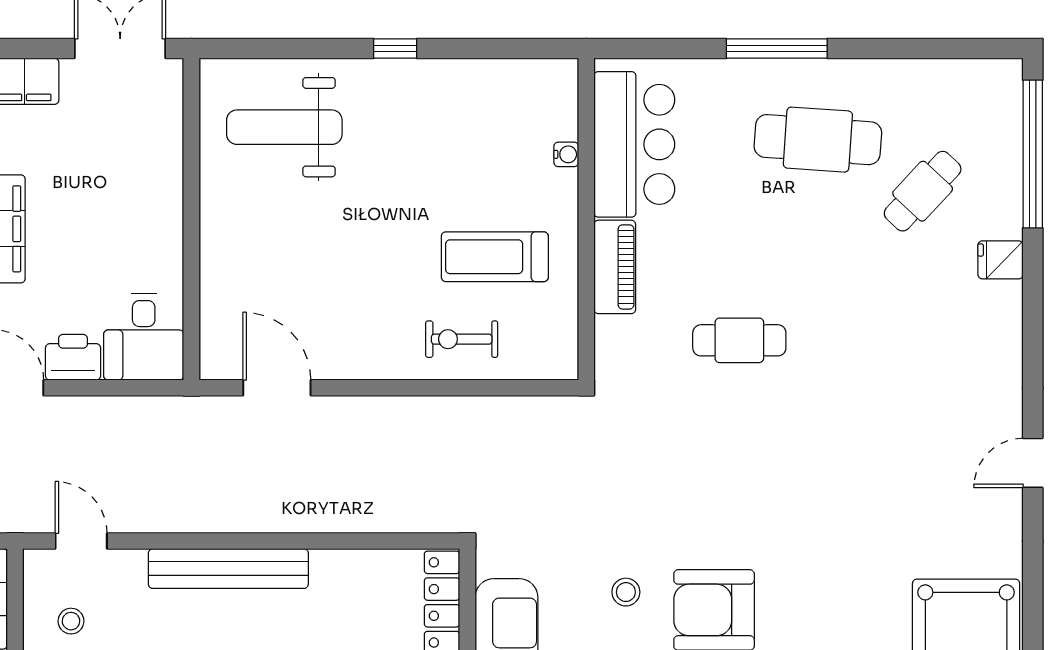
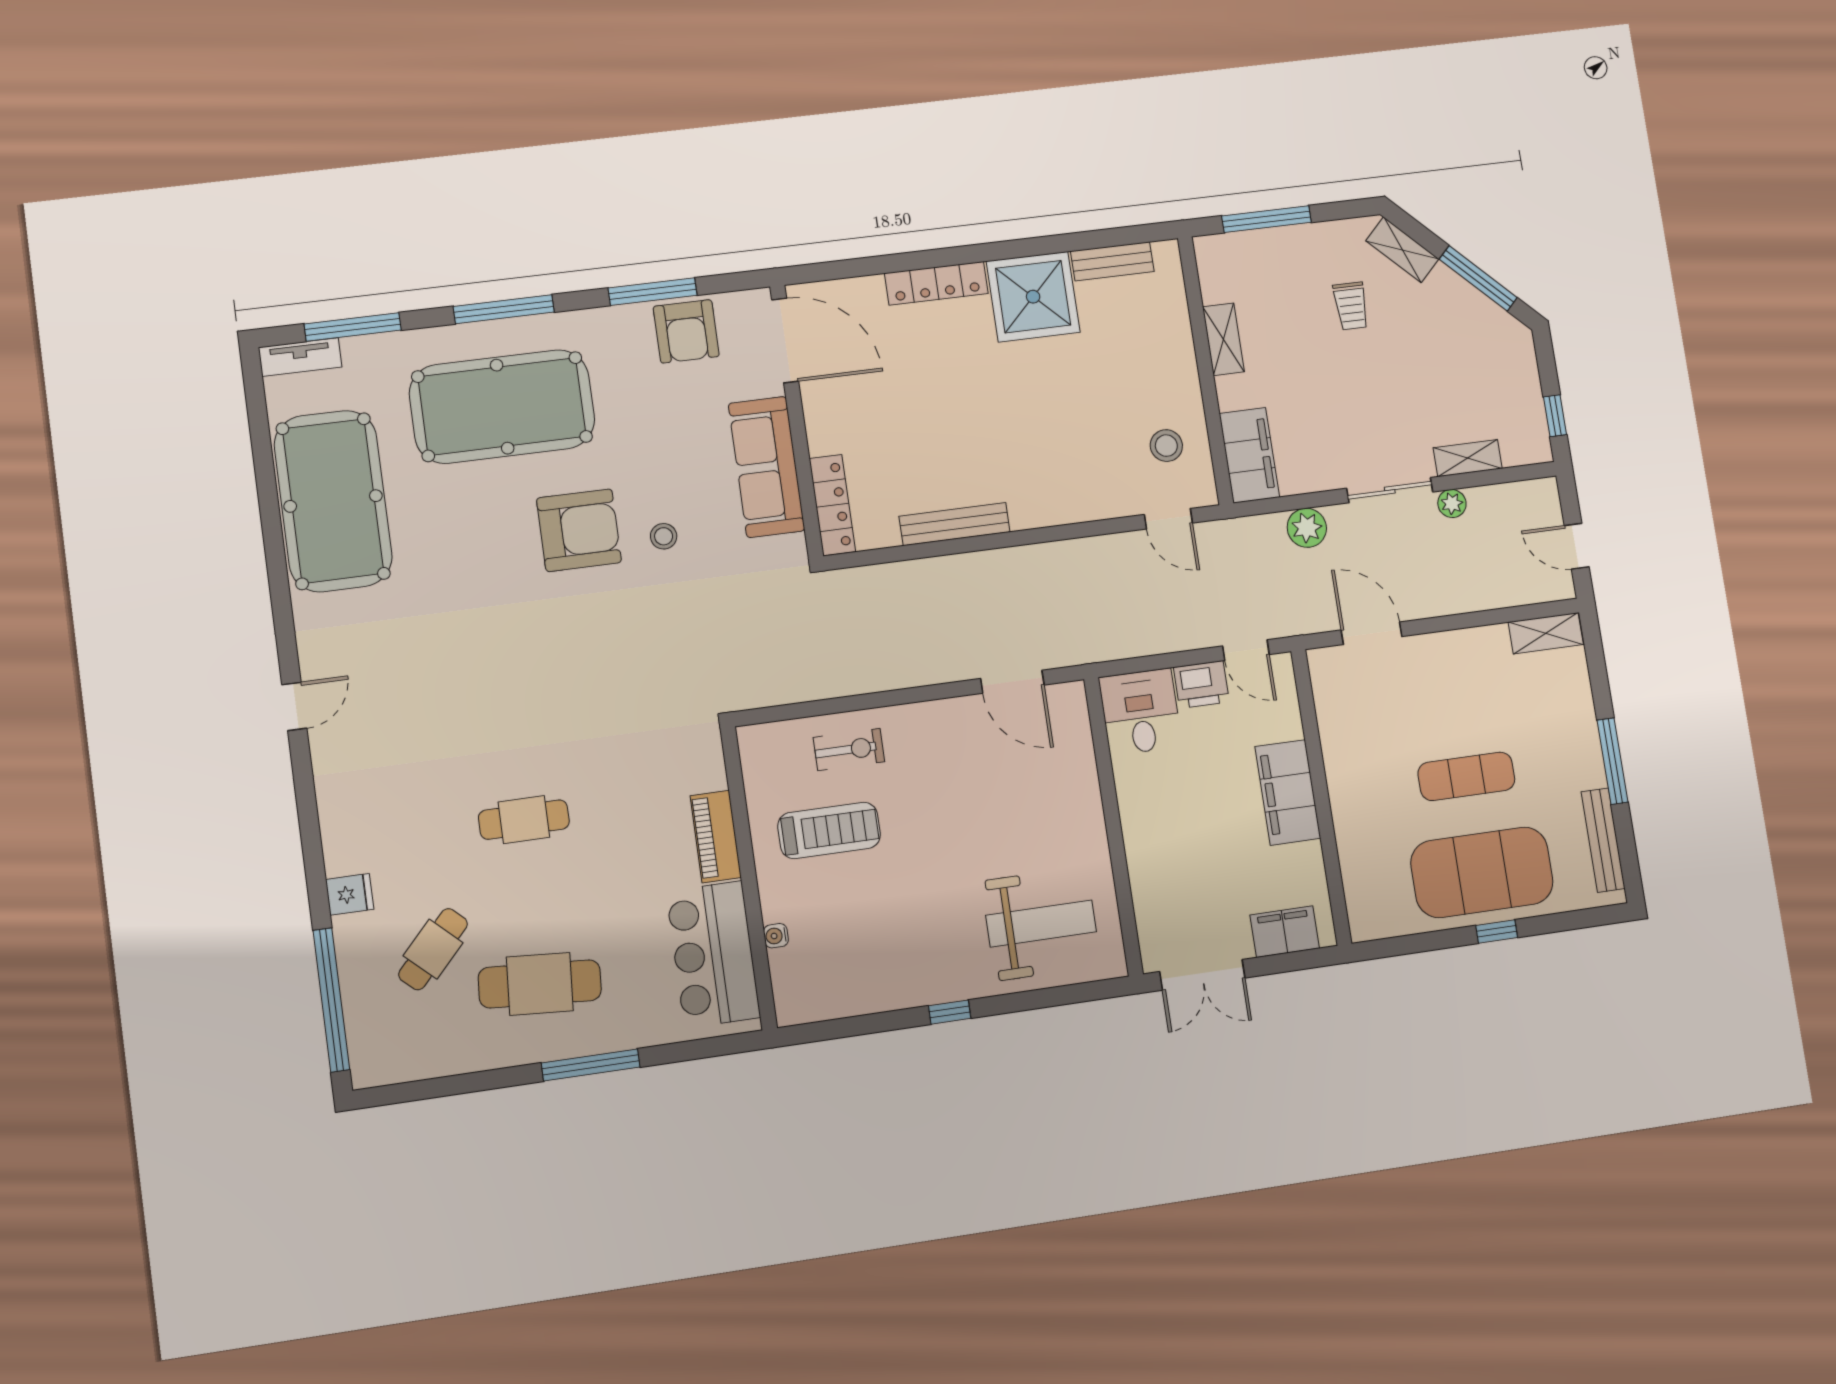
cafe table: (739, 340) -> (524, 820), moved
bench: (228, 569) -> (955, 524), moved, width x0.73, depth x0.82
stool: (71, 621) -> (1166, 446), width x1.37, depth x1.37

